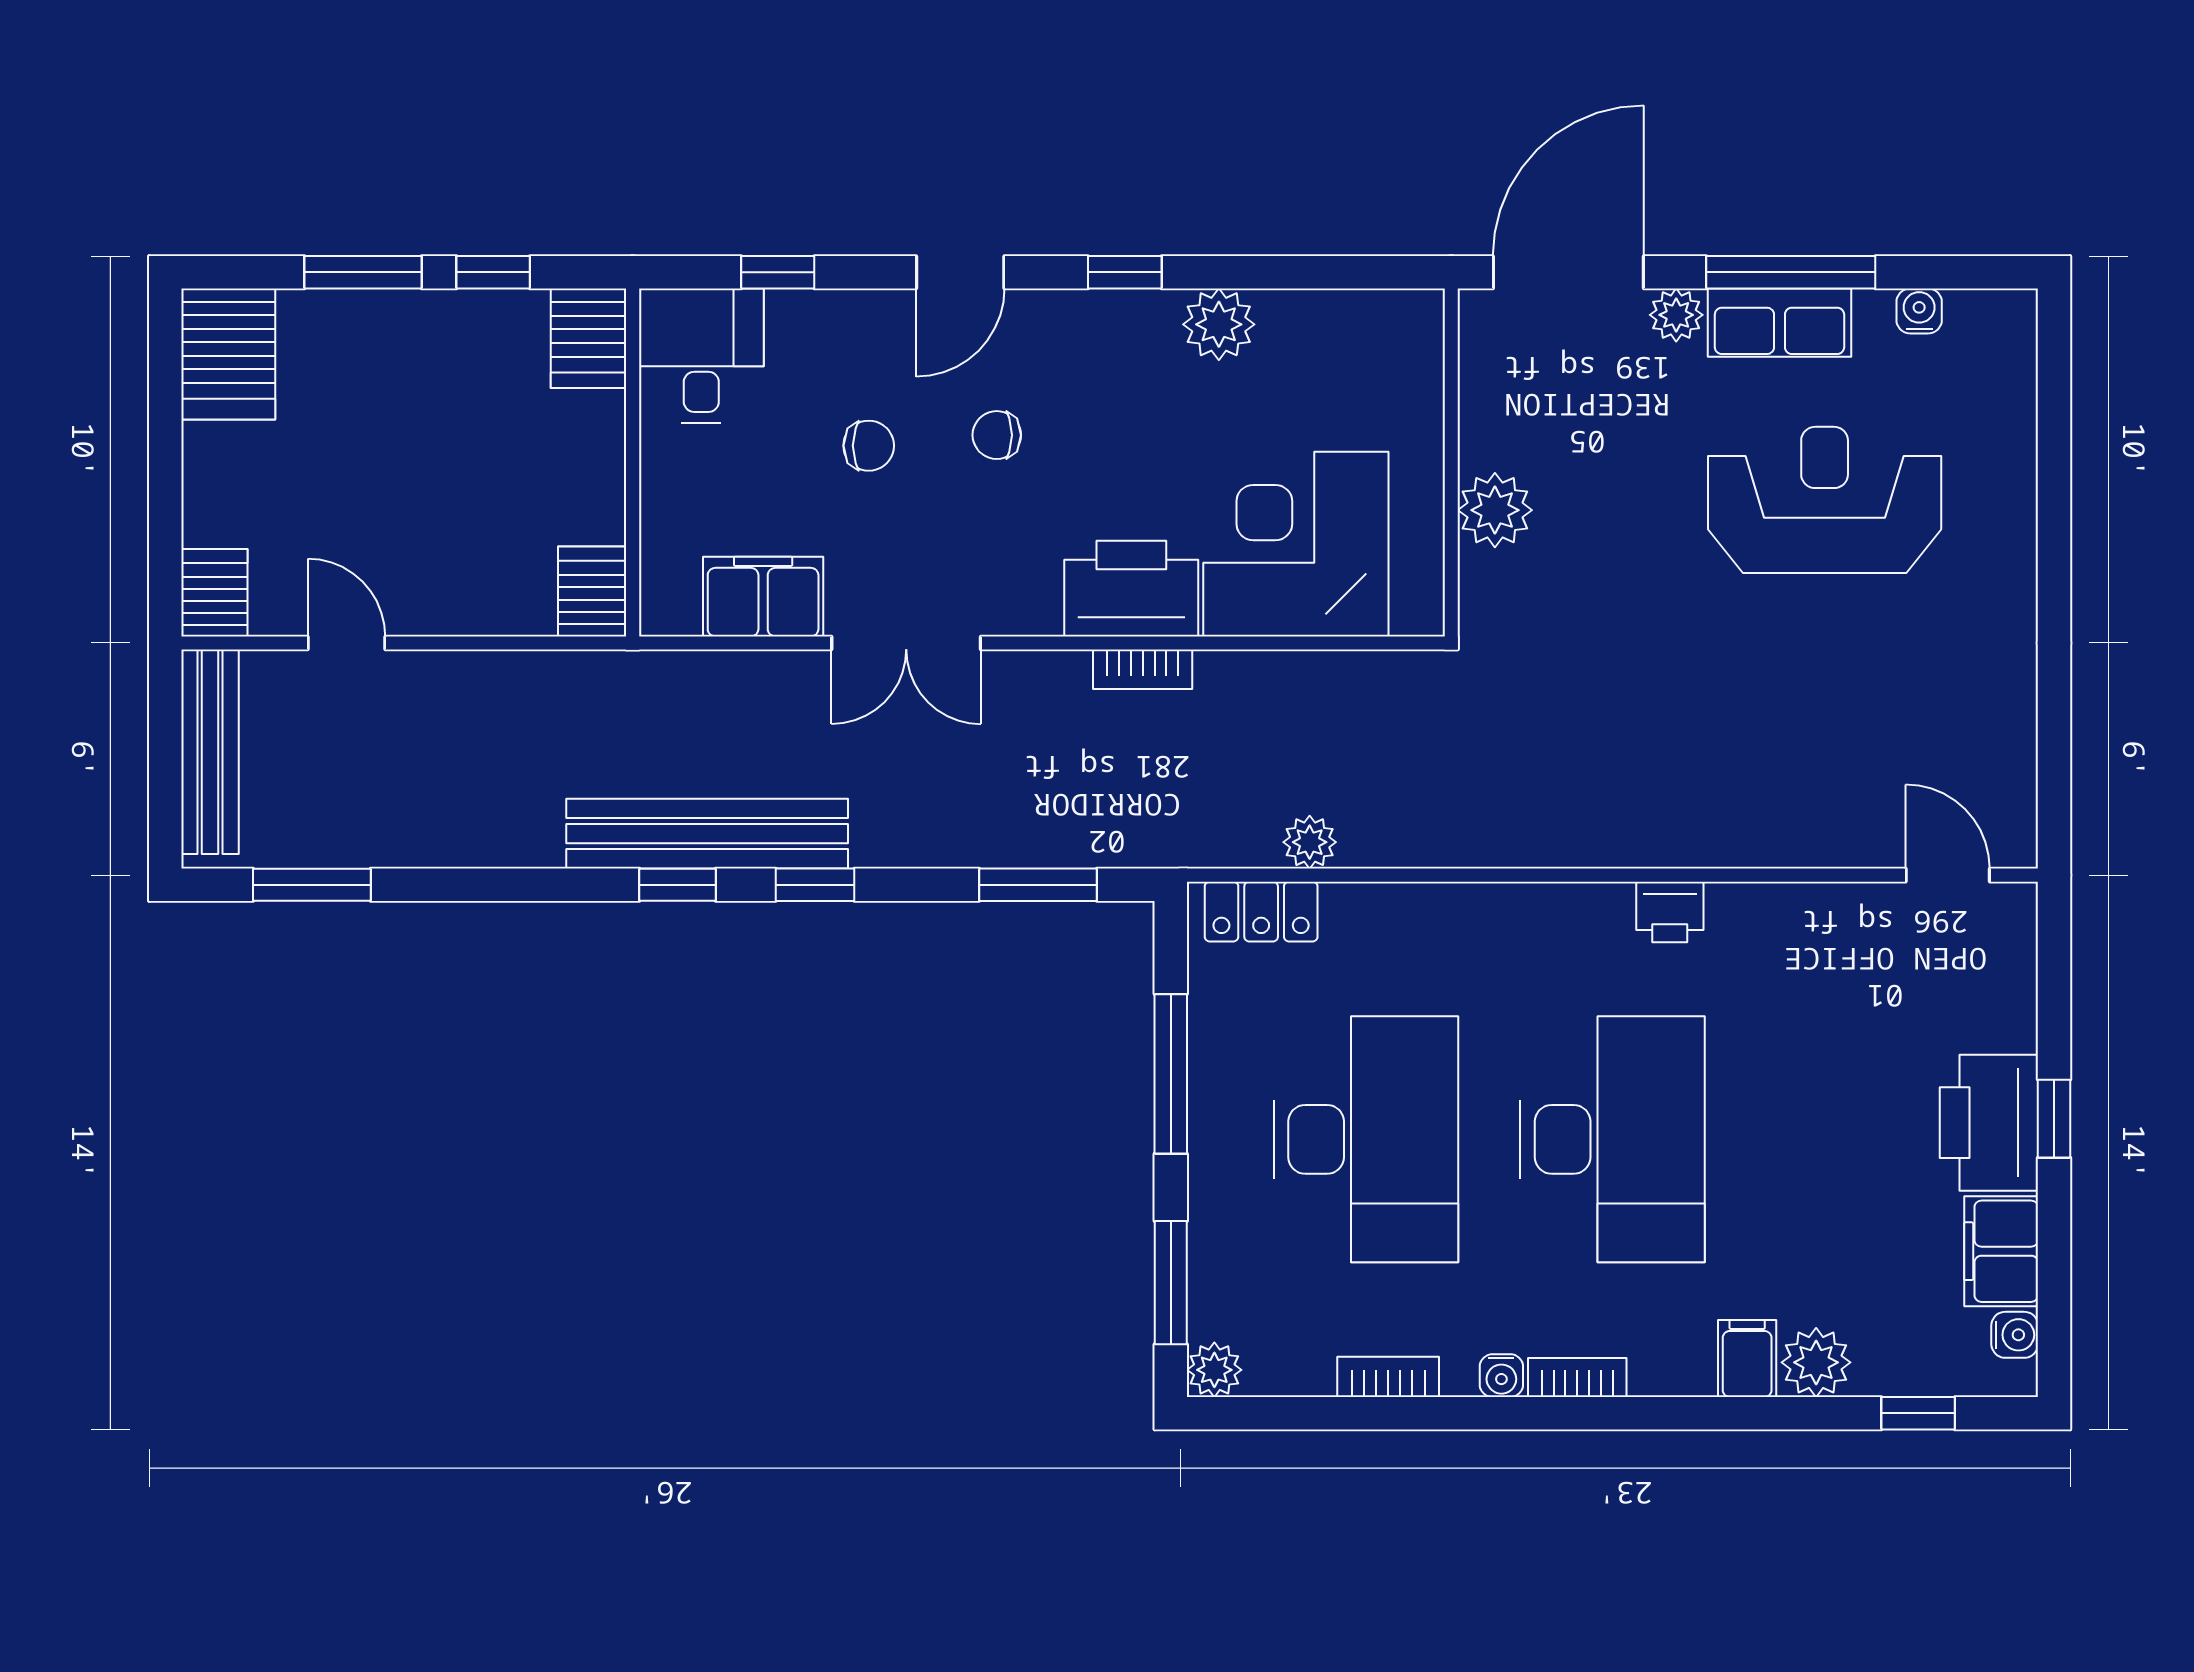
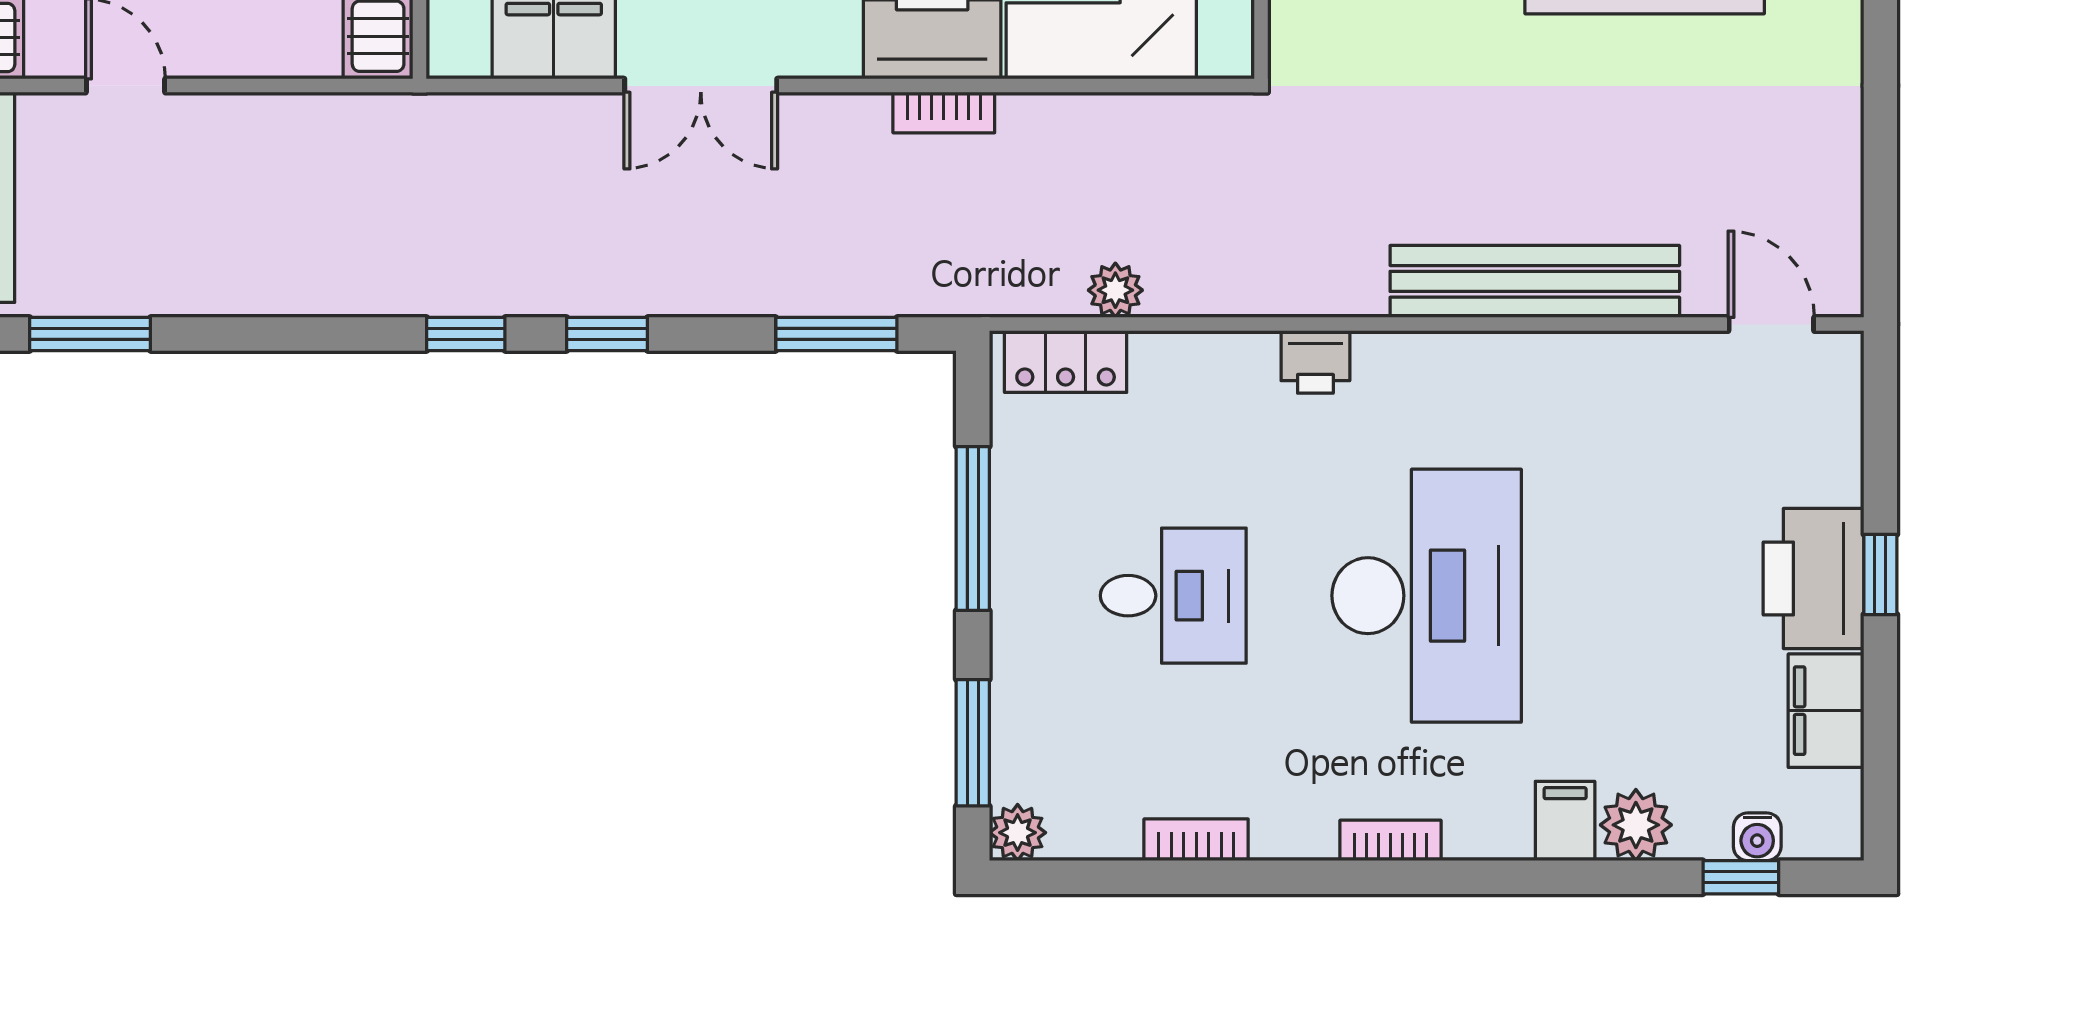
bench: (707, 834) -> (1535, 281), moved
printer: (1670, 912) -> (1315, 362), moved
desk: (1366, 1139) -> (1173, 596), width x0.53, depth x0.77
water cooler: (2015, 1335) -> (1757, 837), moved, turned 90
water cooler: (1501, 1376) -> (1313, 838), removed

